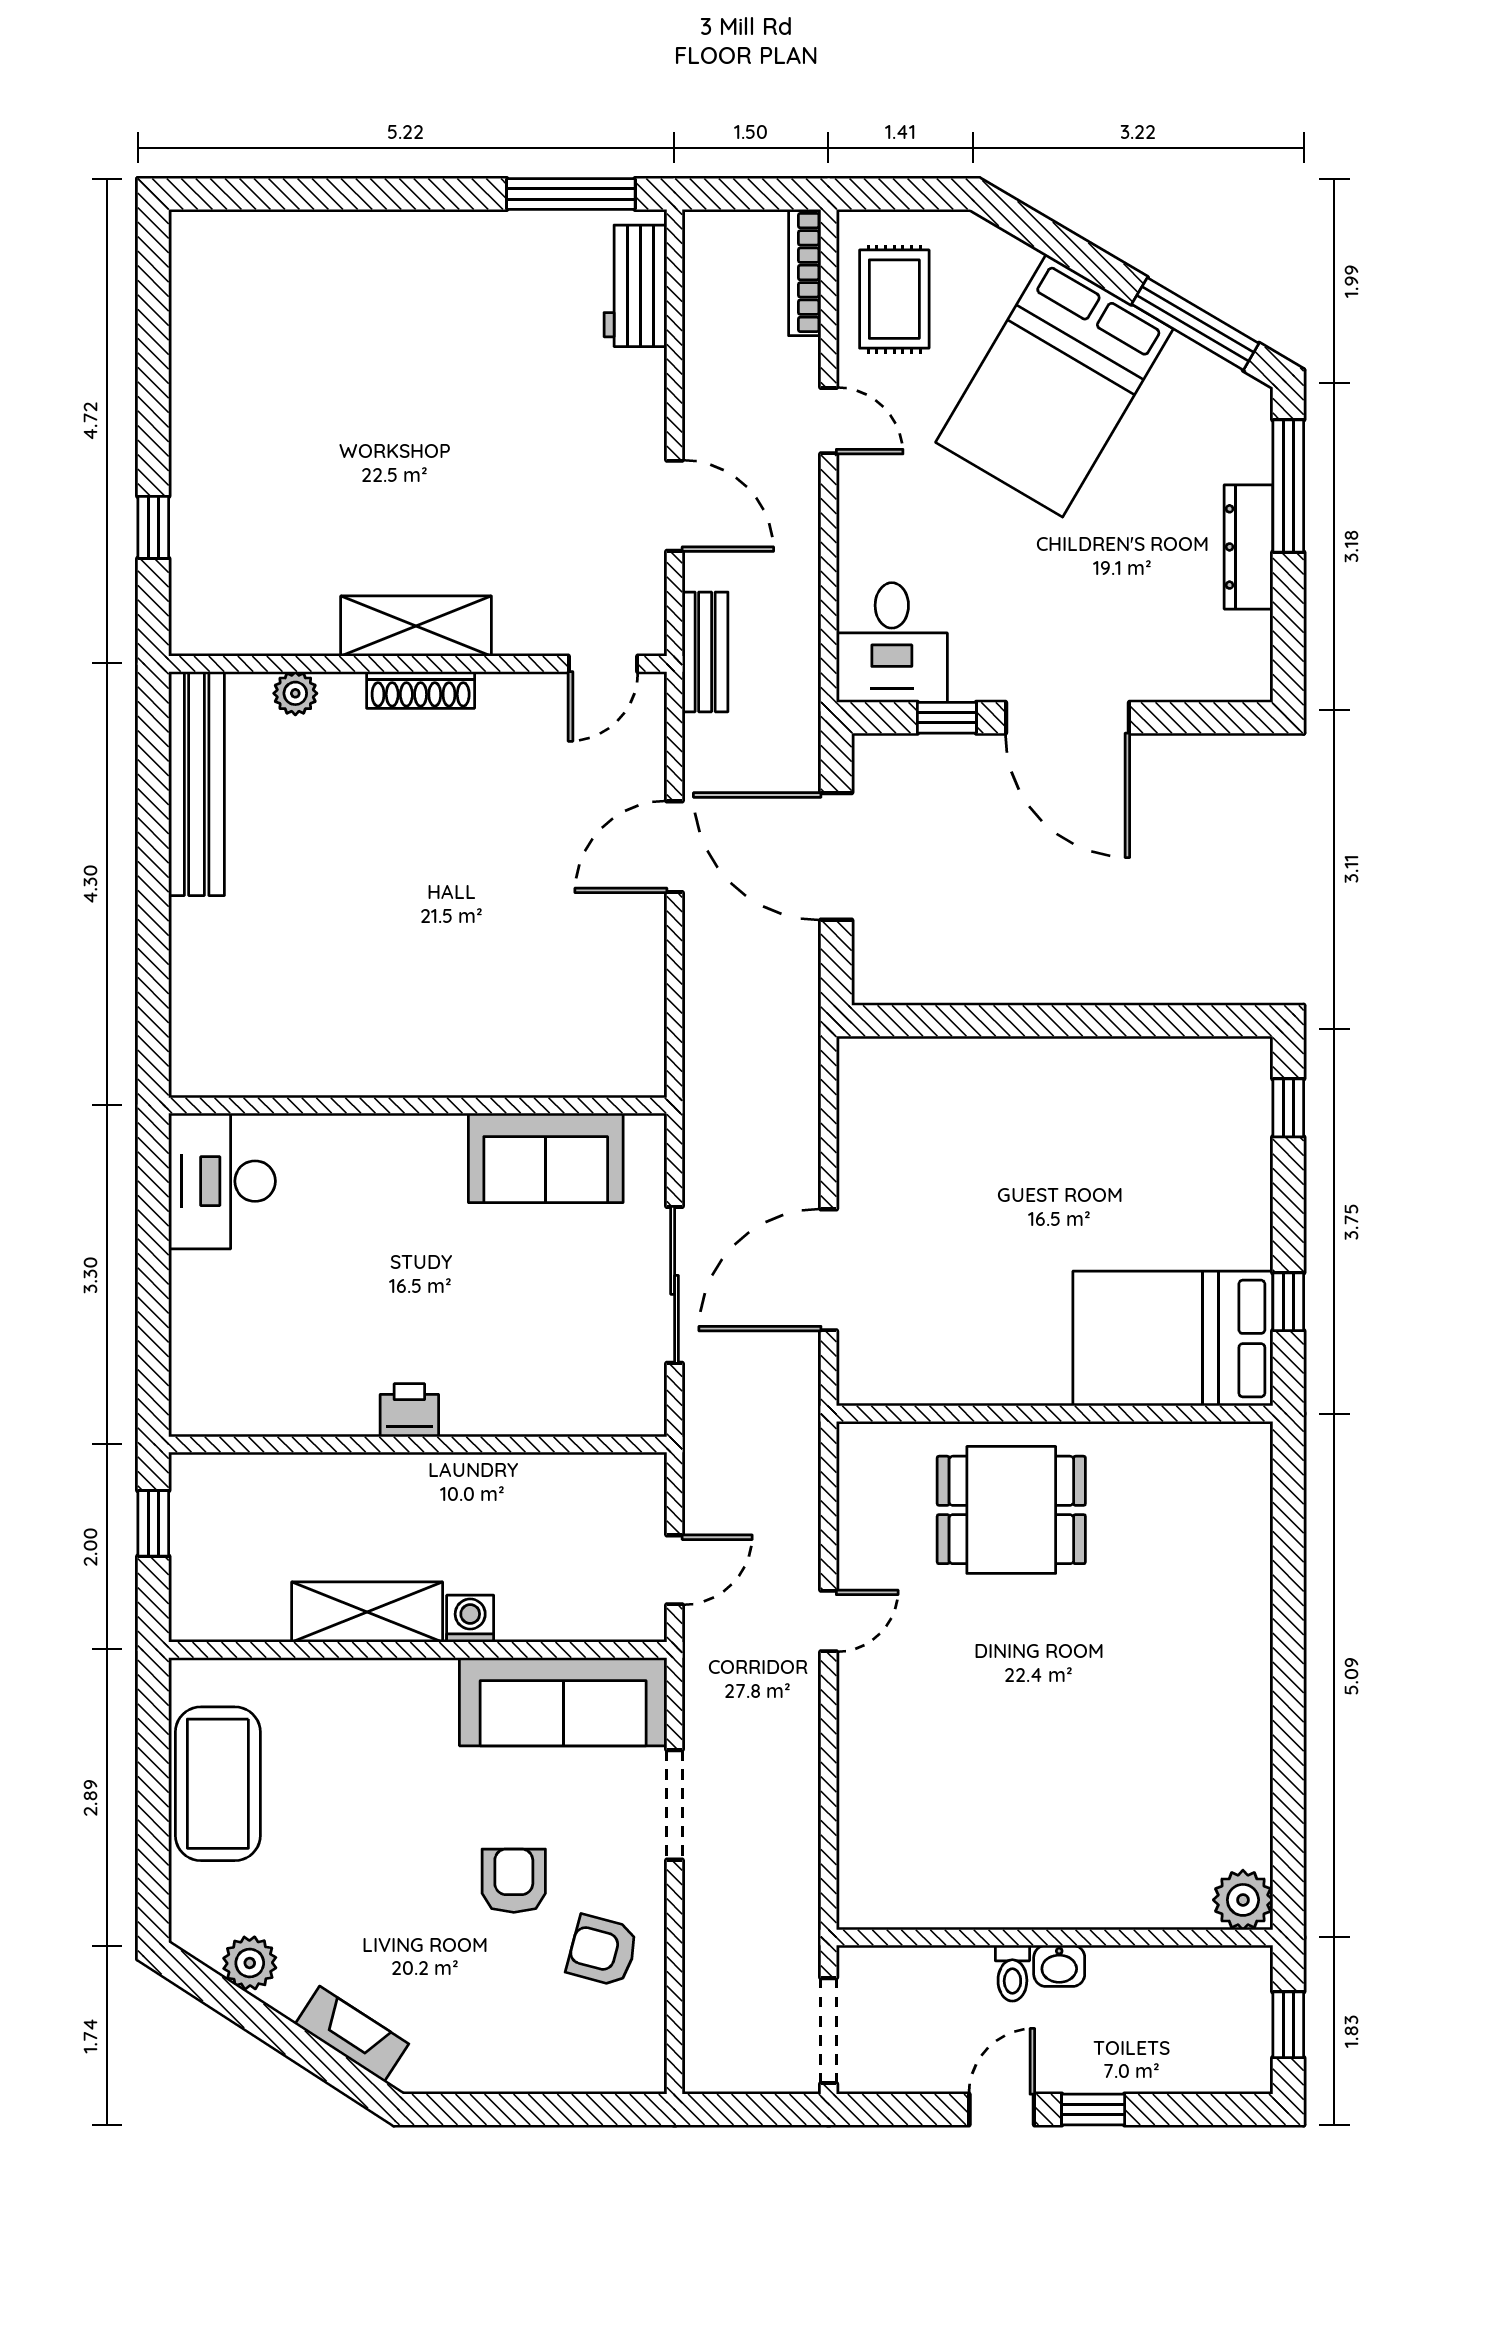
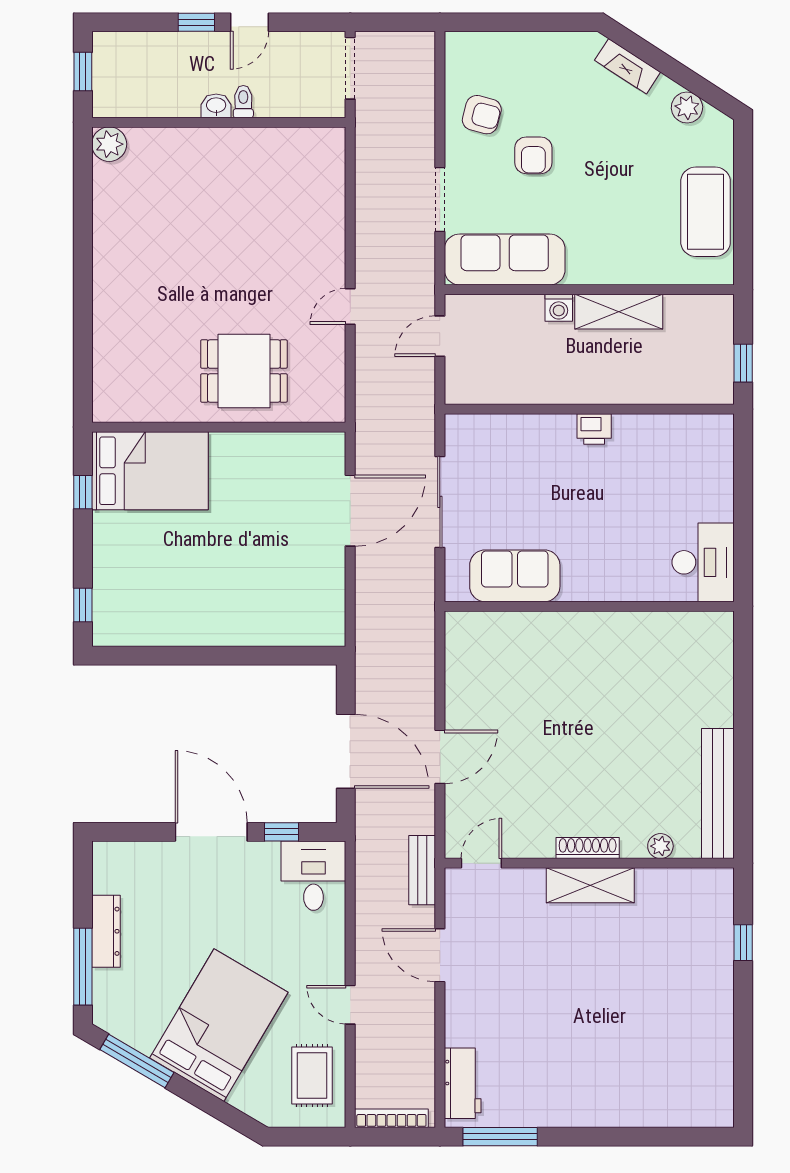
bookcase: (805, 273) -> (391, 1118), moved, turned -90

